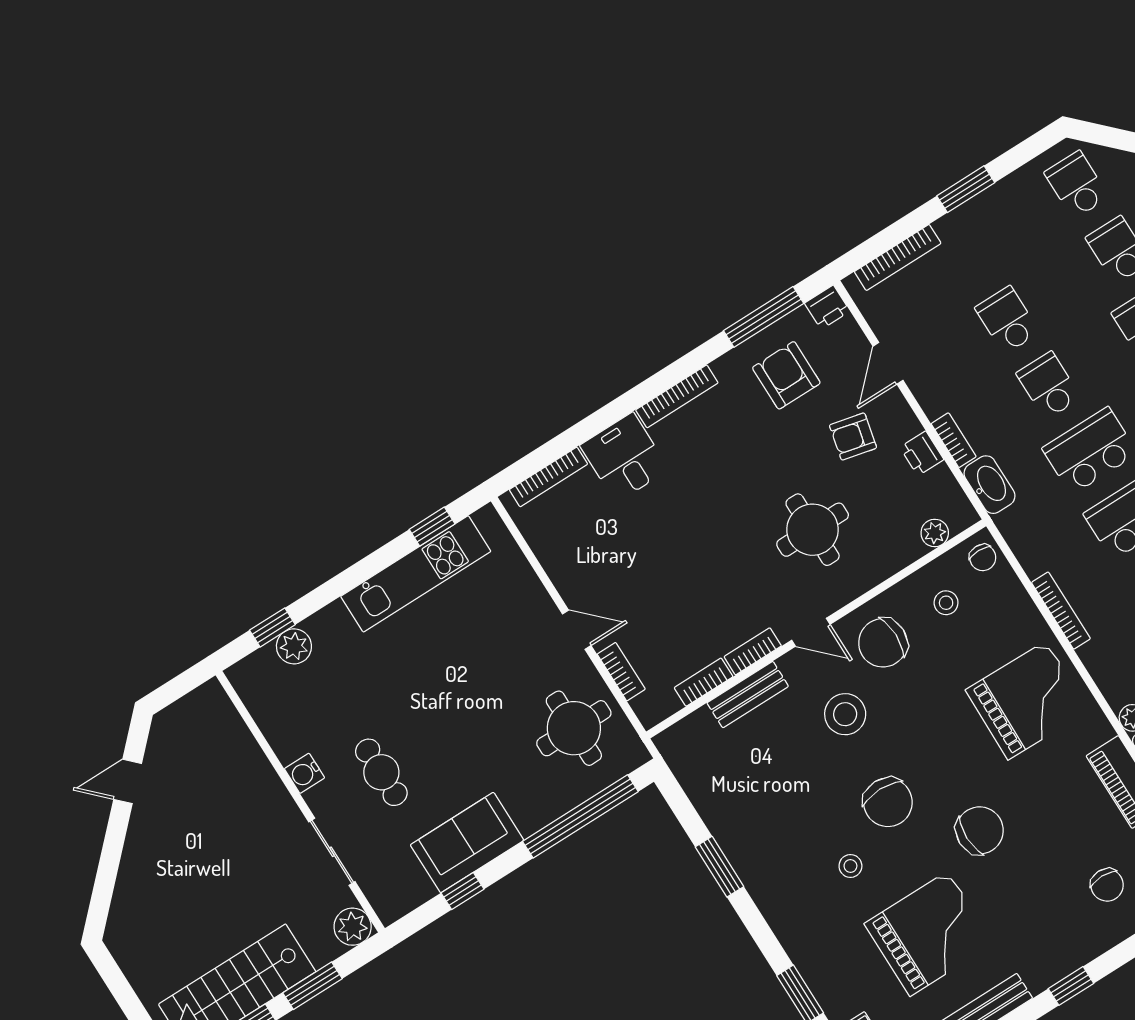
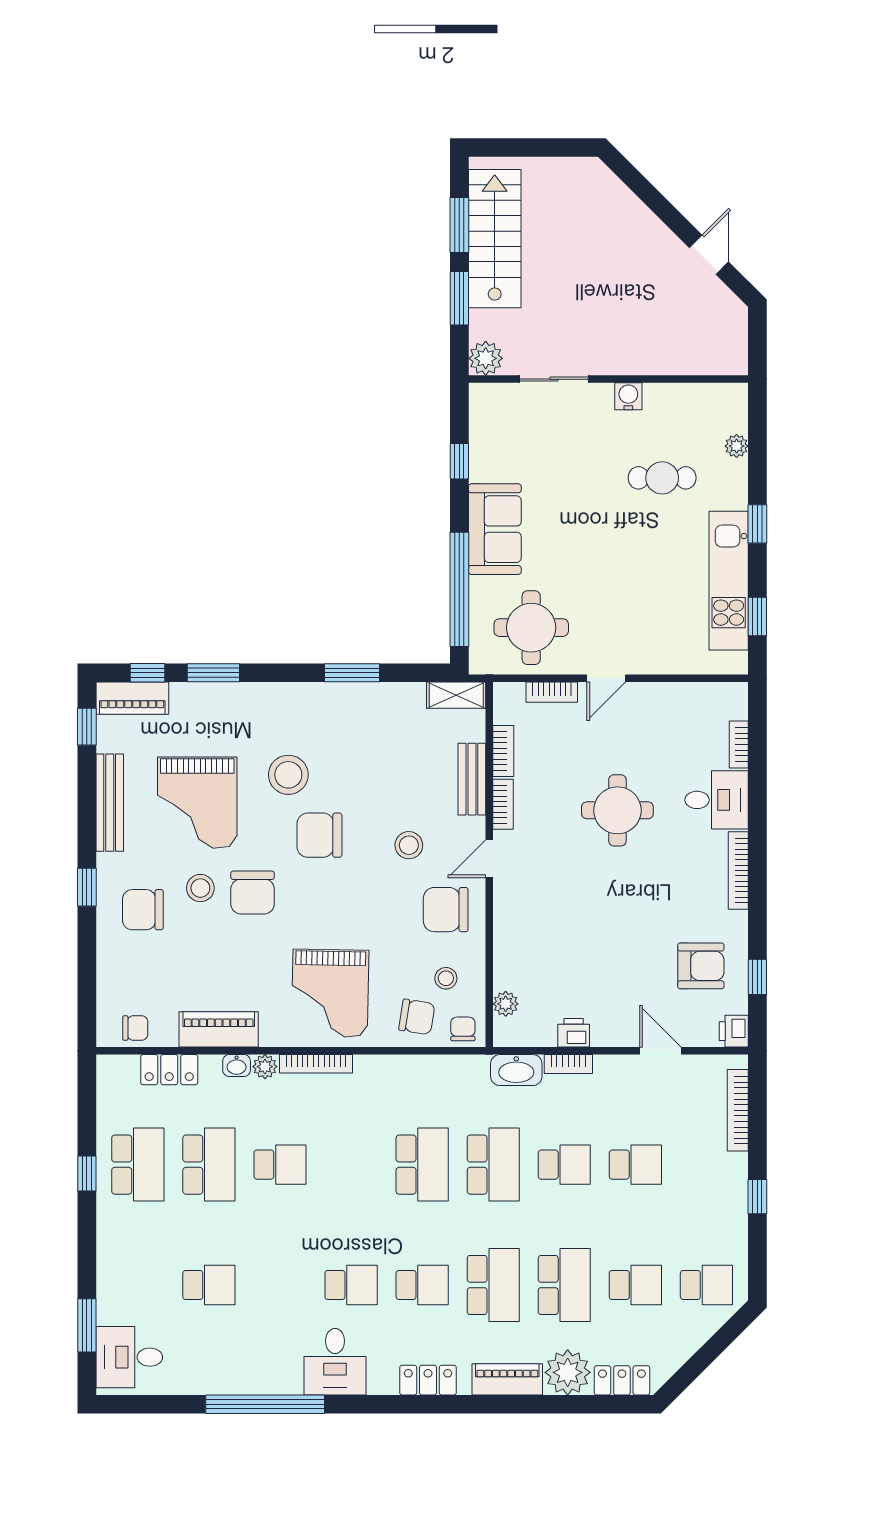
window: (966, 189) -> (757, 1197), width x0.67
window: (764, 317) -> (757, 977), width x0.46
armchair: (853, 437) -> (621, 988), removed
bookcase: (548, 477) -> (739, 745), width x0.64
round table: (813, 530) -> (617, 810), moved
chair: (983, 558) -> (463, 1029), turned 90
chair: (998, 607) -> (417, 1017), added
bookcase: (1061, 611) -> (316, 1064), moved
window: (272, 627) -> (757, 524), moved
chair: (883, 643) -> (446, 910), turned -90
plant: (294, 646) -> (737, 446), width x0.73, depth x0.73
stool: (845, 714) -> (409, 845), width x0.73, depth x0.73
shelving: (680, 758) -> (456, 695), added
cafe table: (381, 772) -> (662, 478), moved
sofa: (467, 843) -> (495, 529), moved
stool: (850, 866) -> (288, 775), width x1.89, depth x1.89
stool: (1006, 881) -> (200, 888), added
chair: (1107, 885) -> (143, 910), moved, width x1.37, depth x1.37

